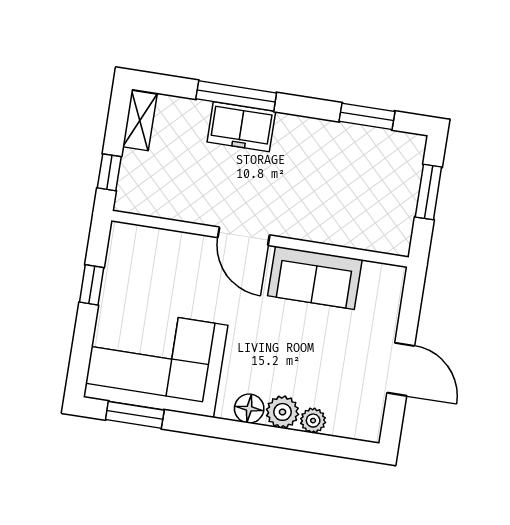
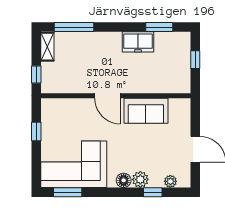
window: (236, 96) -> (74, 27), moved
freezer: (241, 127) -> (138, 42), moved
window: (428, 192) -> (195, 60), width x0.67
plant: (313, 421) -> (170, 181), moved
window: (303, 441) -> (153, 192), added

